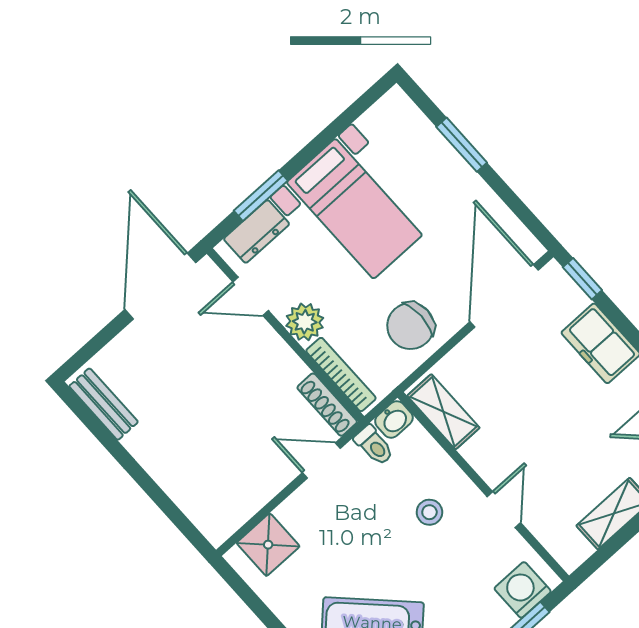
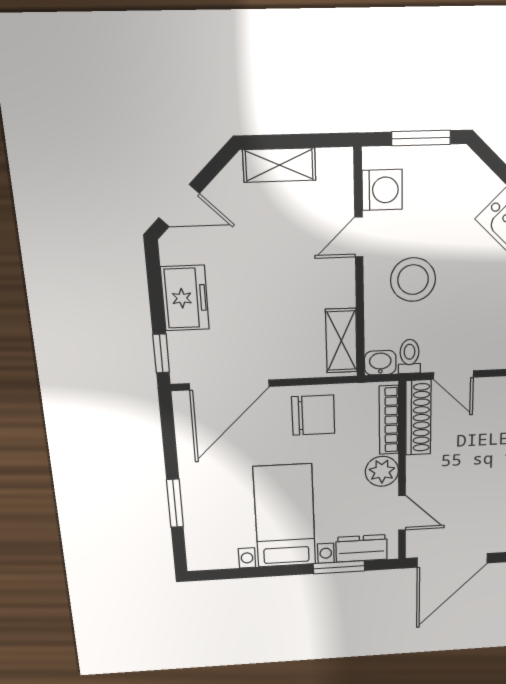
shoe rack: (327, 405) -> (418, 418), width x1.36, depth x1.24
stool: (429, 512) -> (413, 280), width x1.89, depth x1.89
washing machine: (523, 590) -> (382, 190), moved, turned -90

